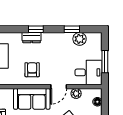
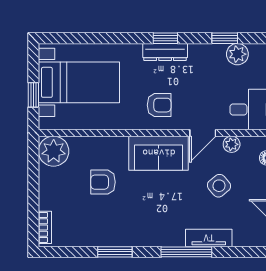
dresser: (32, 38) -> (165, 52), width x1.44
armchair: (32, 70) -> (159, 105), turned 90

